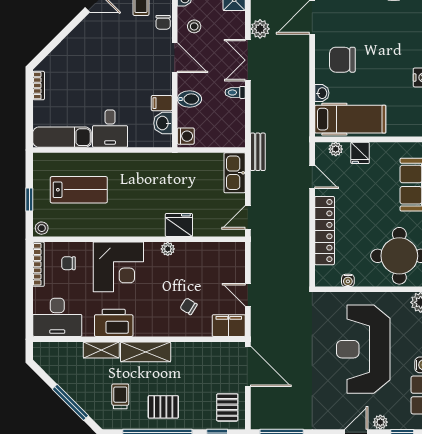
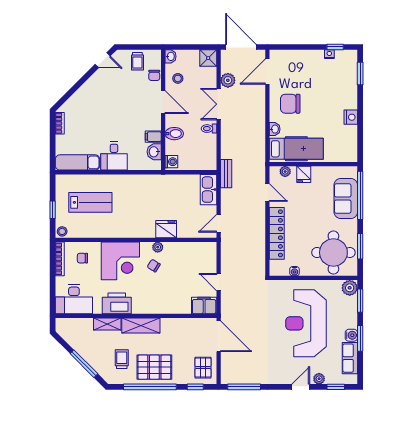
chair: (189, 306) -> (154, 266), moved
pallet: (163, 407) -> (154, 367), width x1.50, depth x1.42

